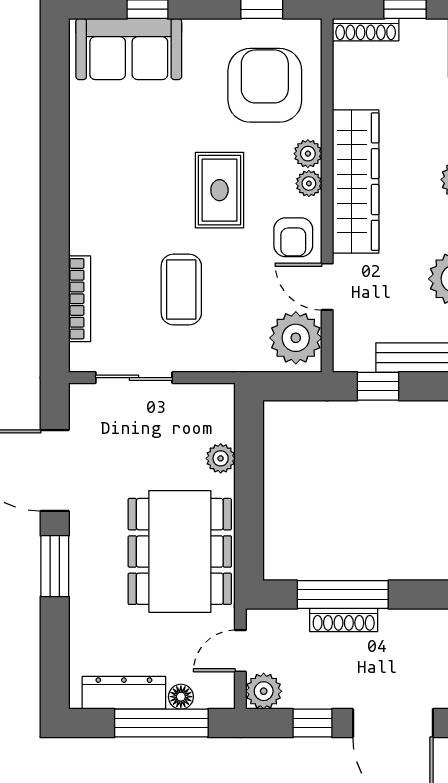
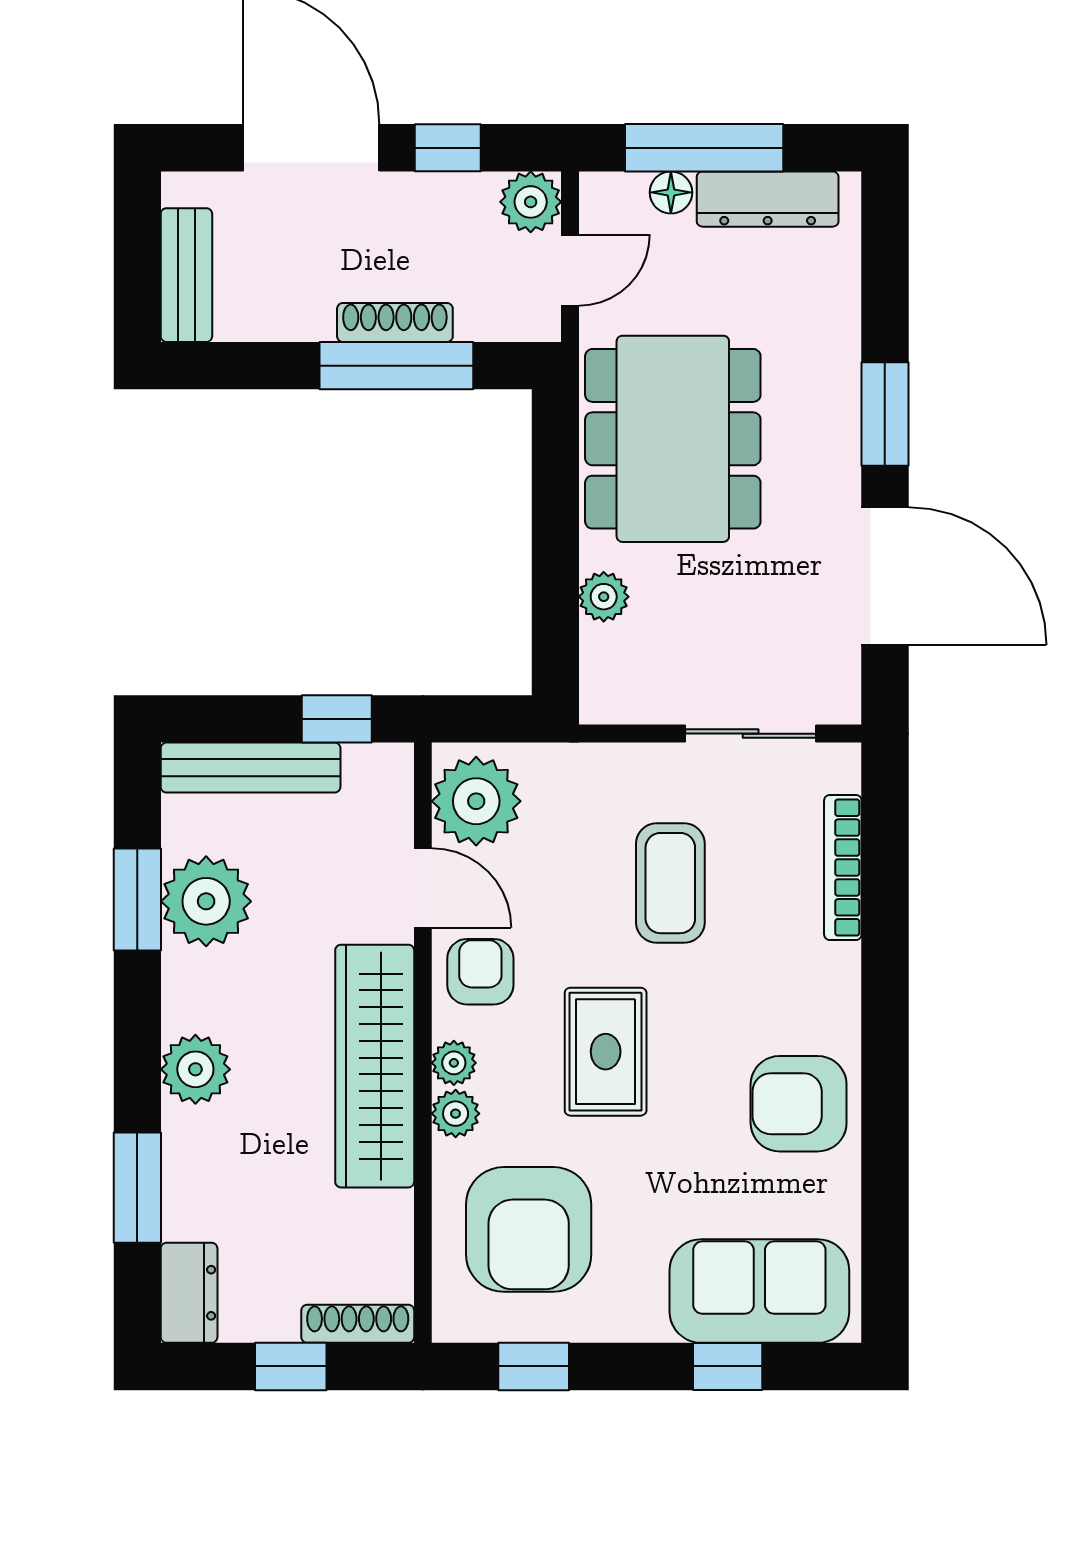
armchair: (106, 159) -> (799, 1104), added

